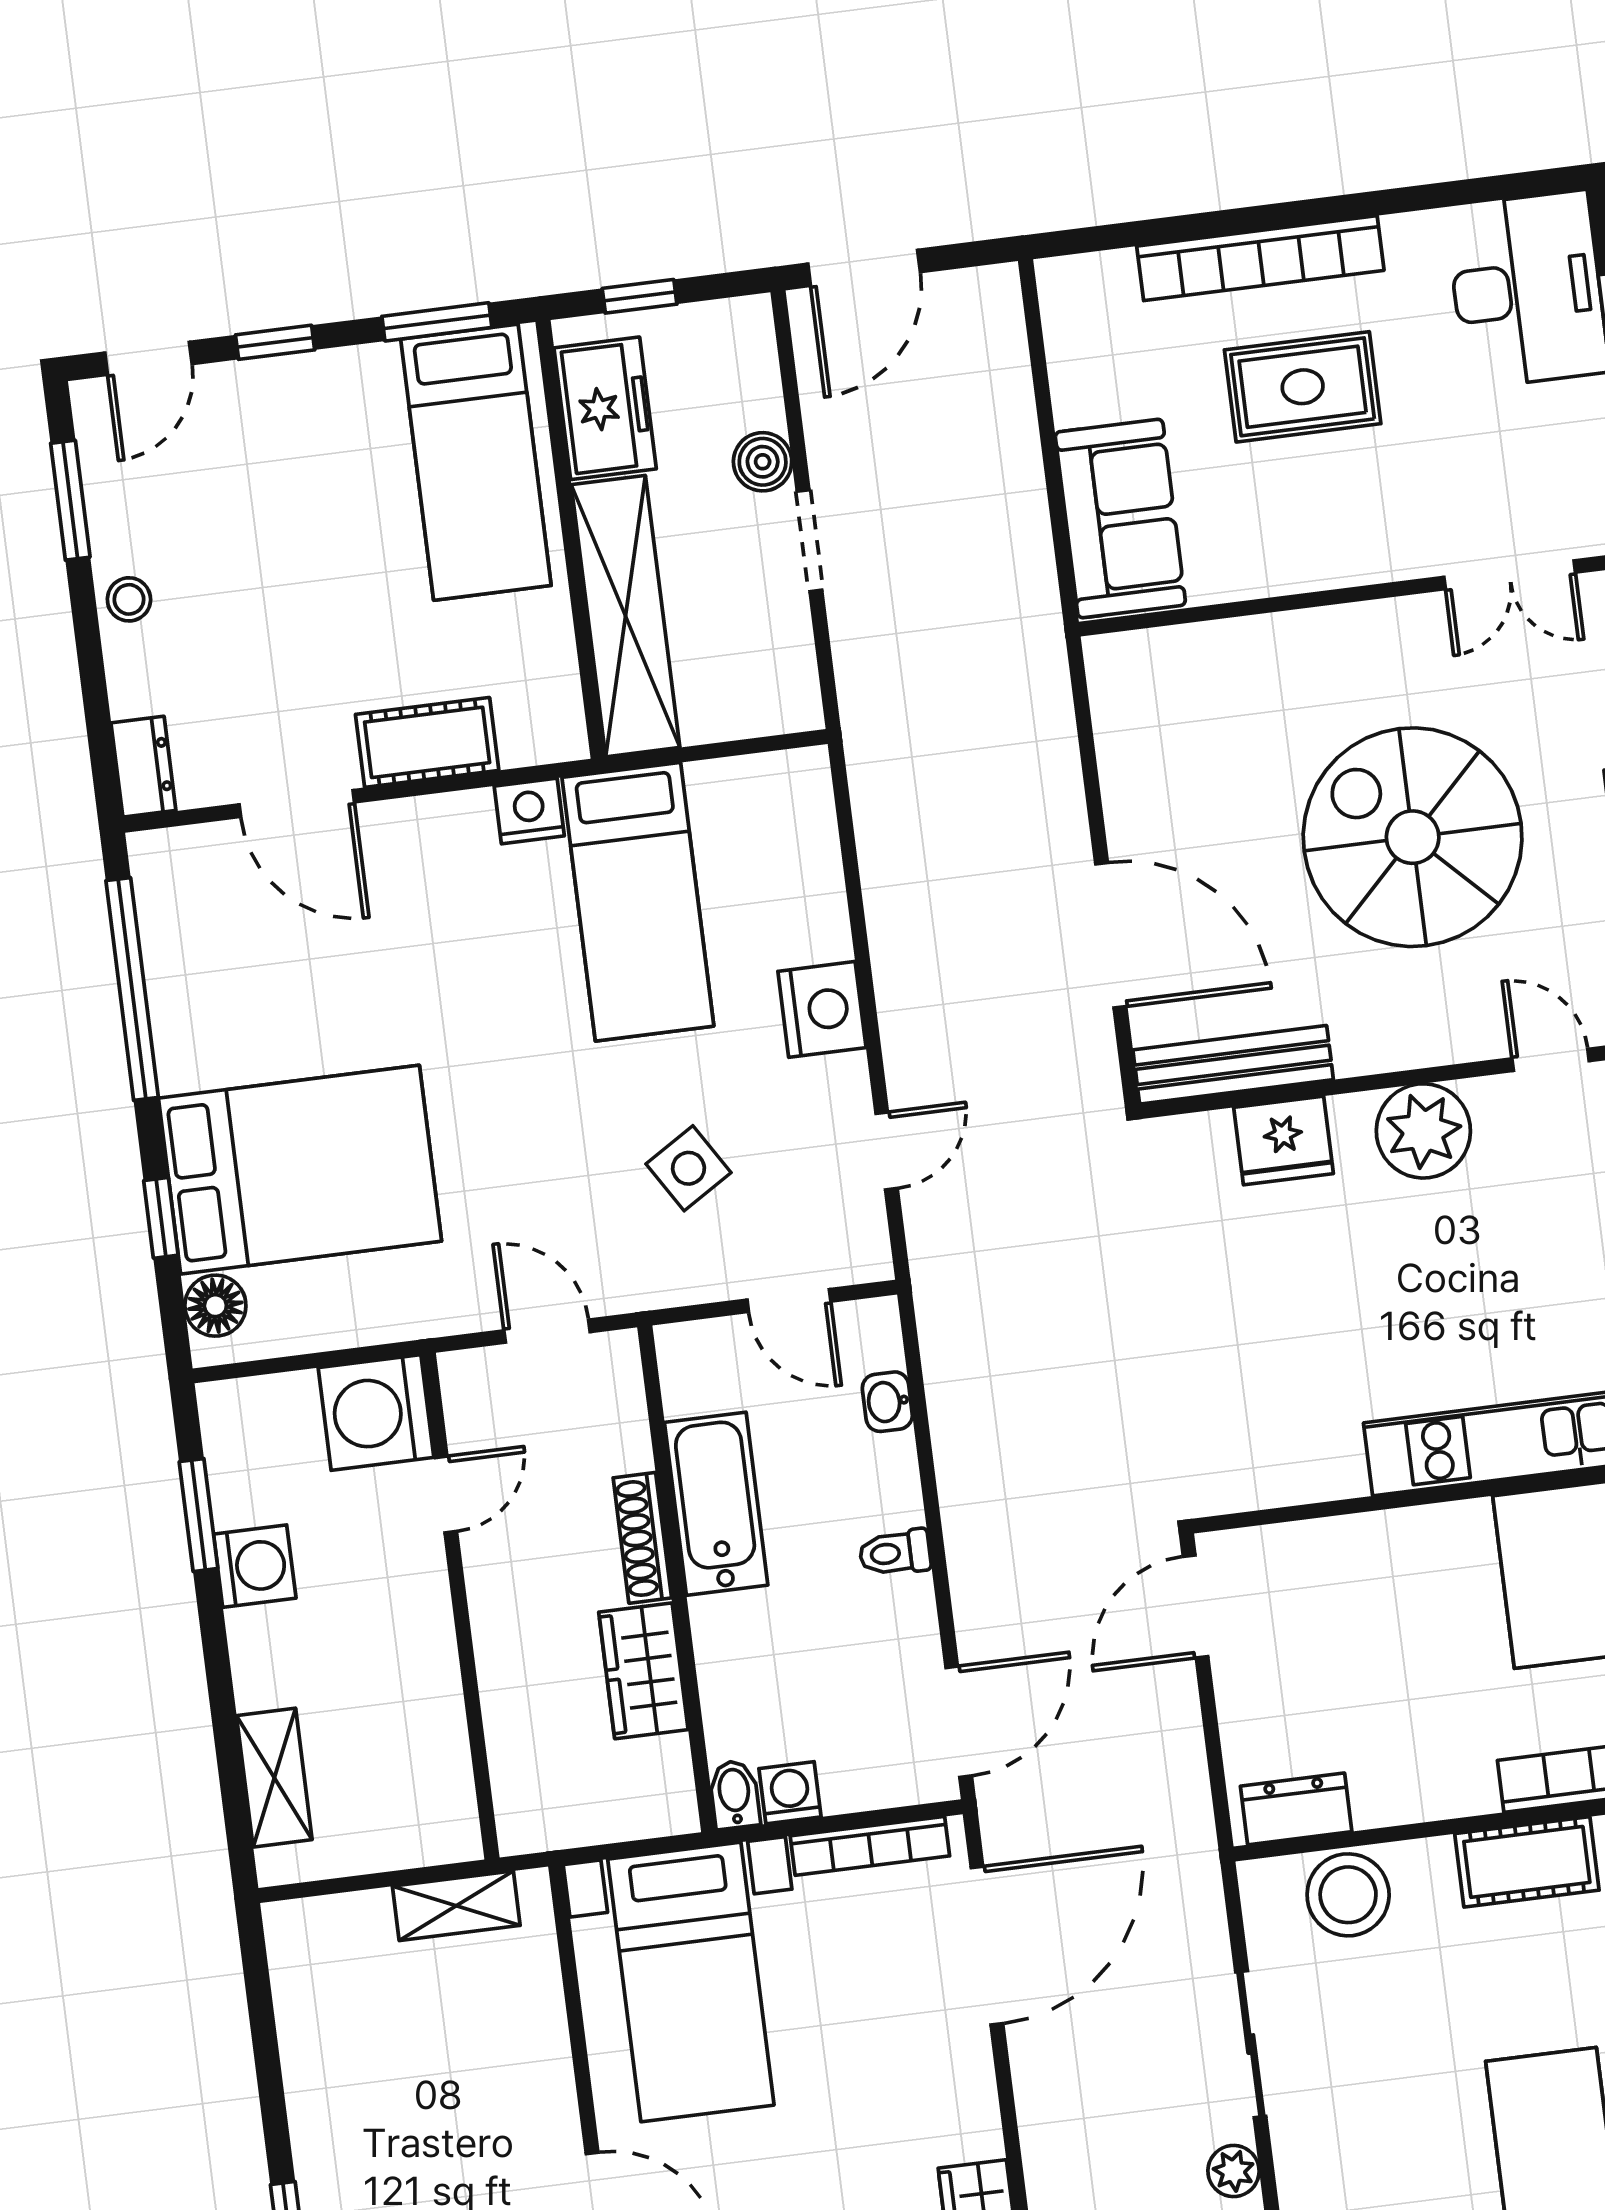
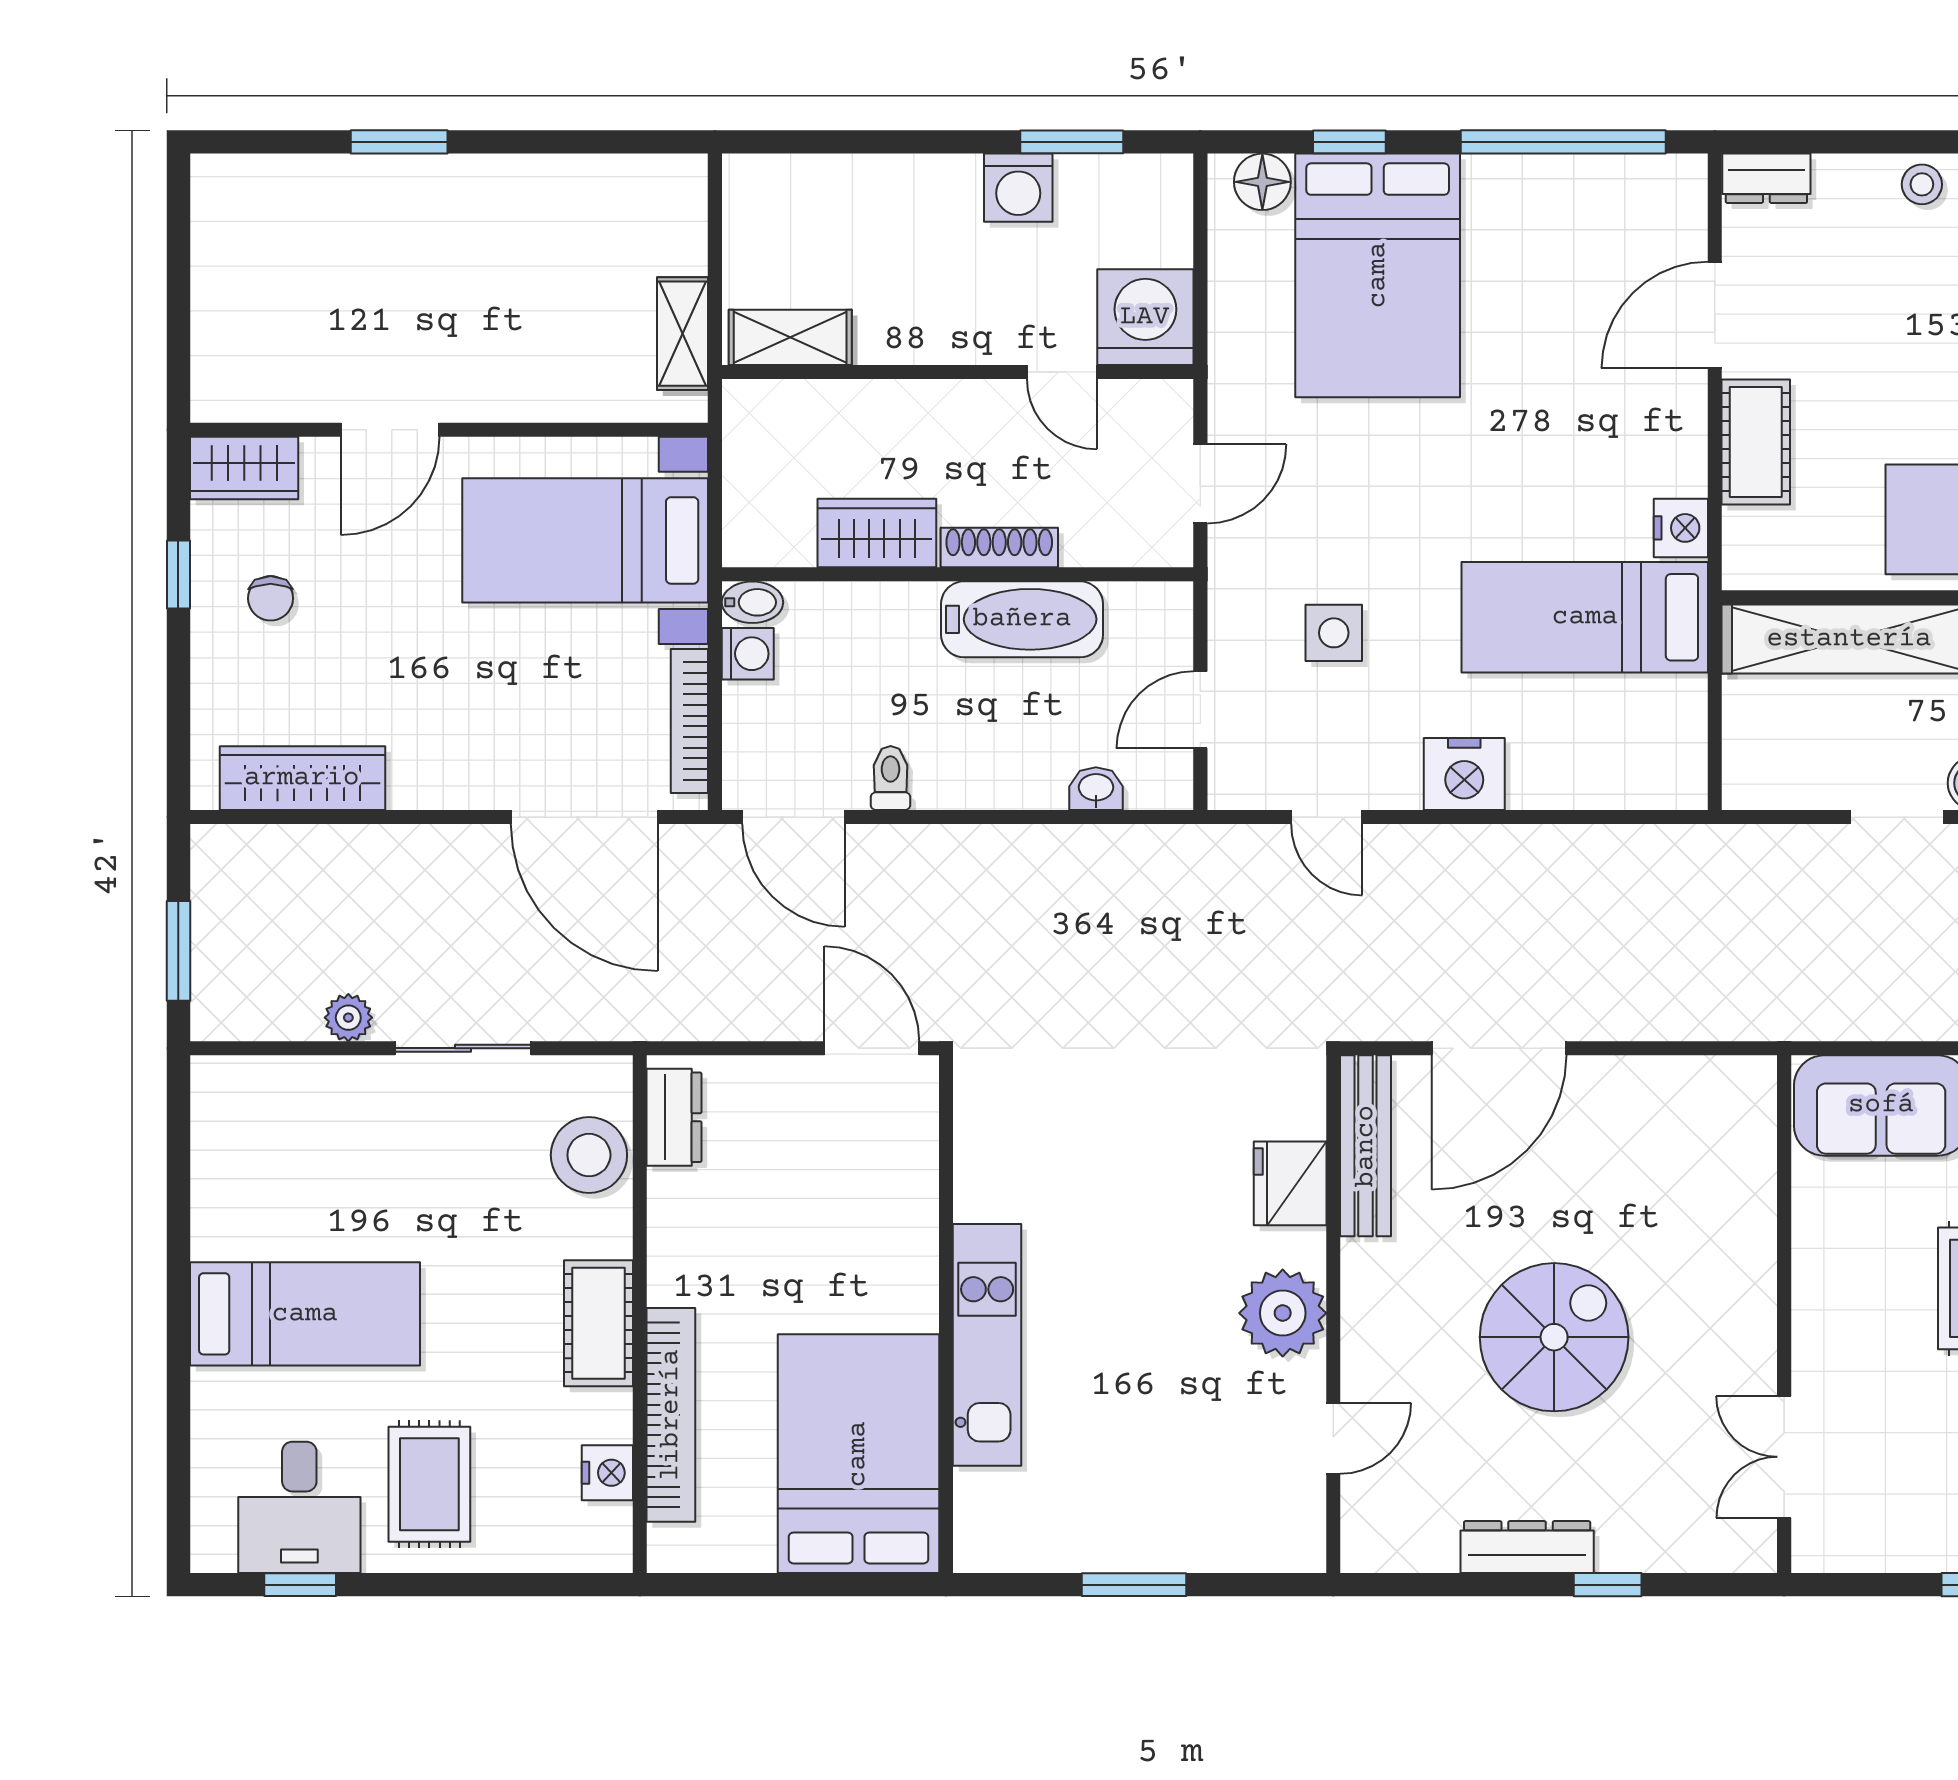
spiral stairs: (1413, 837) -> (1554, 1337), width x0.73, depth x0.73
side table: (688, 1168) -> (1334, 633), turned 32
toilet: (895, 1553) -> (891, 778), moved
shelving: (274, 1778) -> (790, 337), moved

